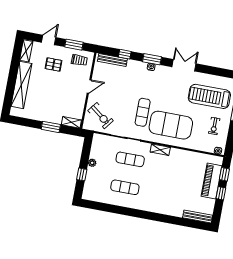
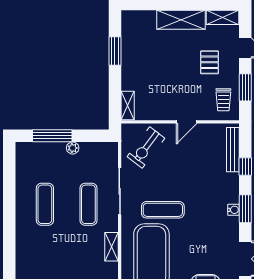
shelving: (21, 85) -> (181, 20), width x0.68
door: (89, 86) -> (187, 122), hinge flipped
window: (51, 127) -> (115, 51), moved
window: (82, 174) -> (52, 136), width x2.17

